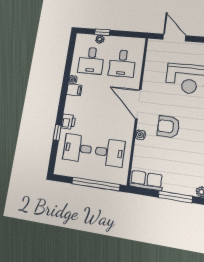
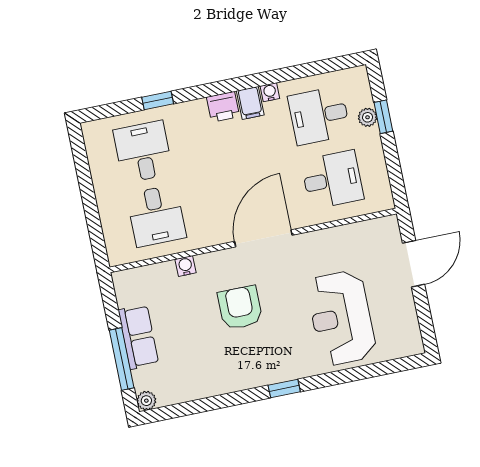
desk: (122, 63) -> (332, 180), turned 180
printer: (68, 122) -> (223, 107), moved
water cooler: (140, 135) -> (185, 266), moved
row of seats: (146, 180) -> (138, 337), moved
window: (96, 184) -> (91, 210), removed

